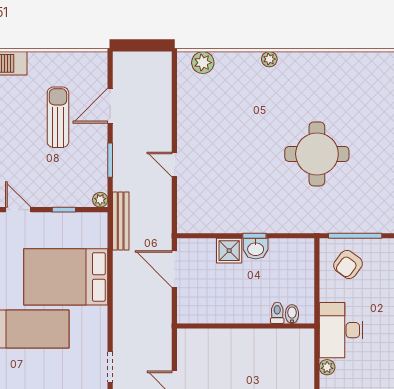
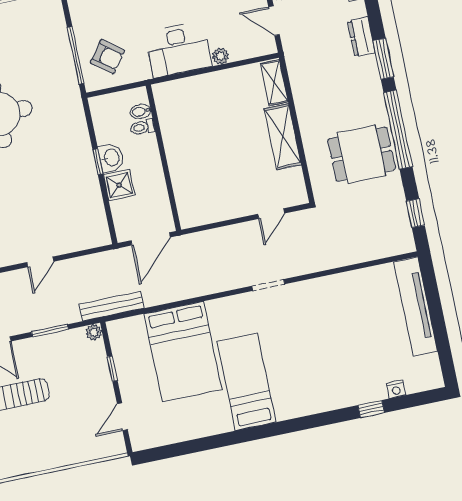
toilet: (277, 313) -> (142, 127), moved
bidet: (292, 314) -> (140, 111), moved
wall: (246, 326) -> (163, 158), moved

